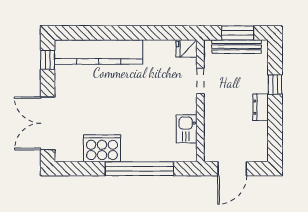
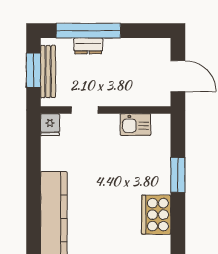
window: (275, 84) -> (88, 31), width x3.17
dresser: (261, 107) -> (88, 46), moved
window: (139, 169) -> (178, 175), width x0.47

